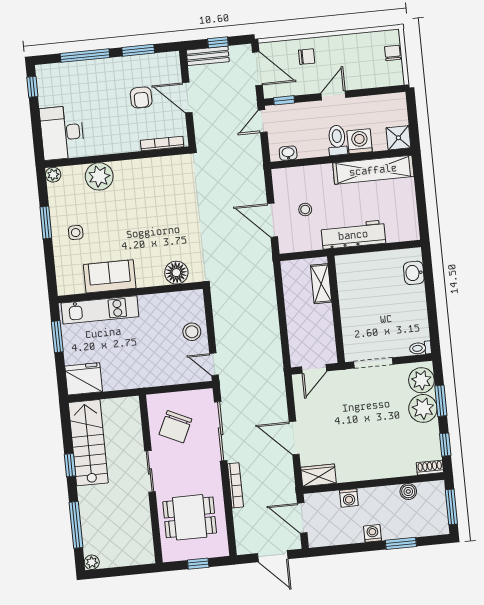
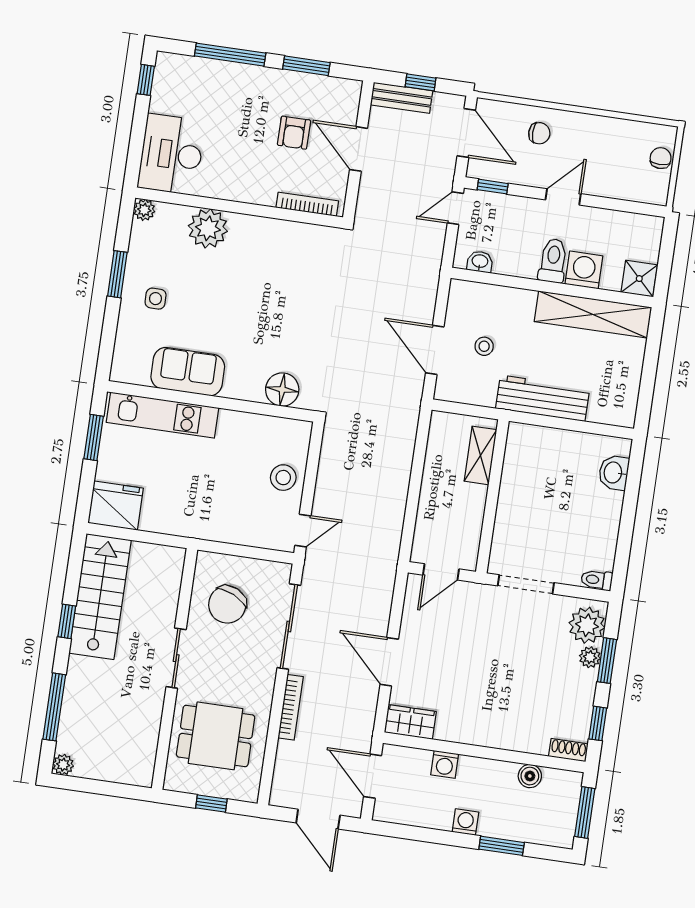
door: (214, 364) -> (303, 531), swing flipped
plant: (423, 408) -> (590, 657), width x0.53, depth x0.53

